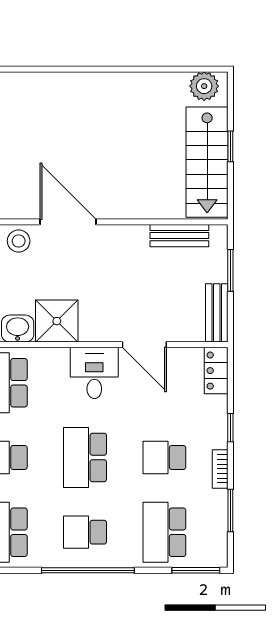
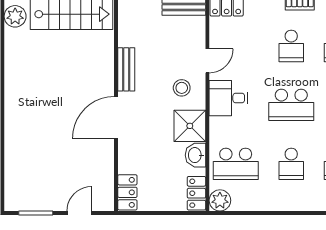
bench: (179, 236) -> (126, 69), moved
stool: (19, 241) -> (182, 88), moved
door: (144, 345) -> (207, 61), width x0.73

